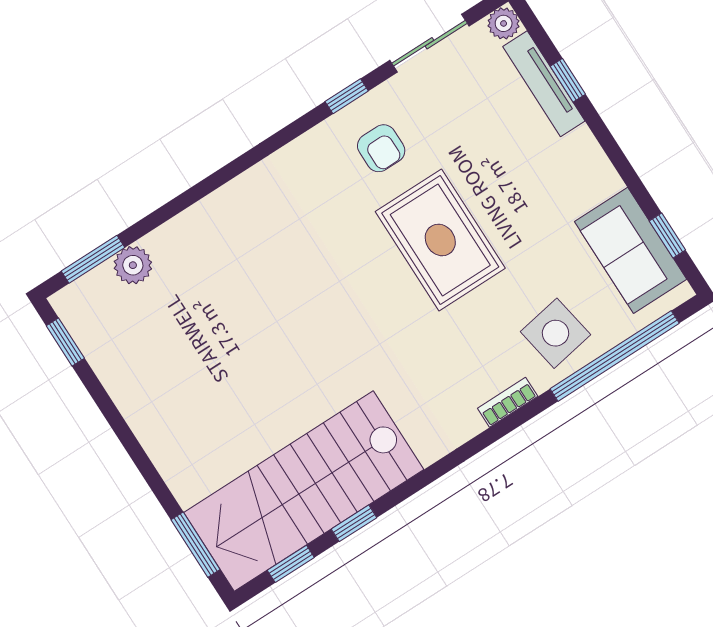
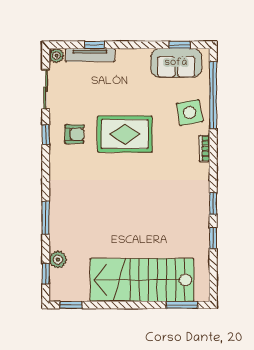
window: (195, 194) -> (46, 218), added
window: (93, 259) -> (46, 274), width x0.67
stairs: (304, 491) -> (142, 280), moved, turned 90
window: (291, 564) -> (213, 204), moved

